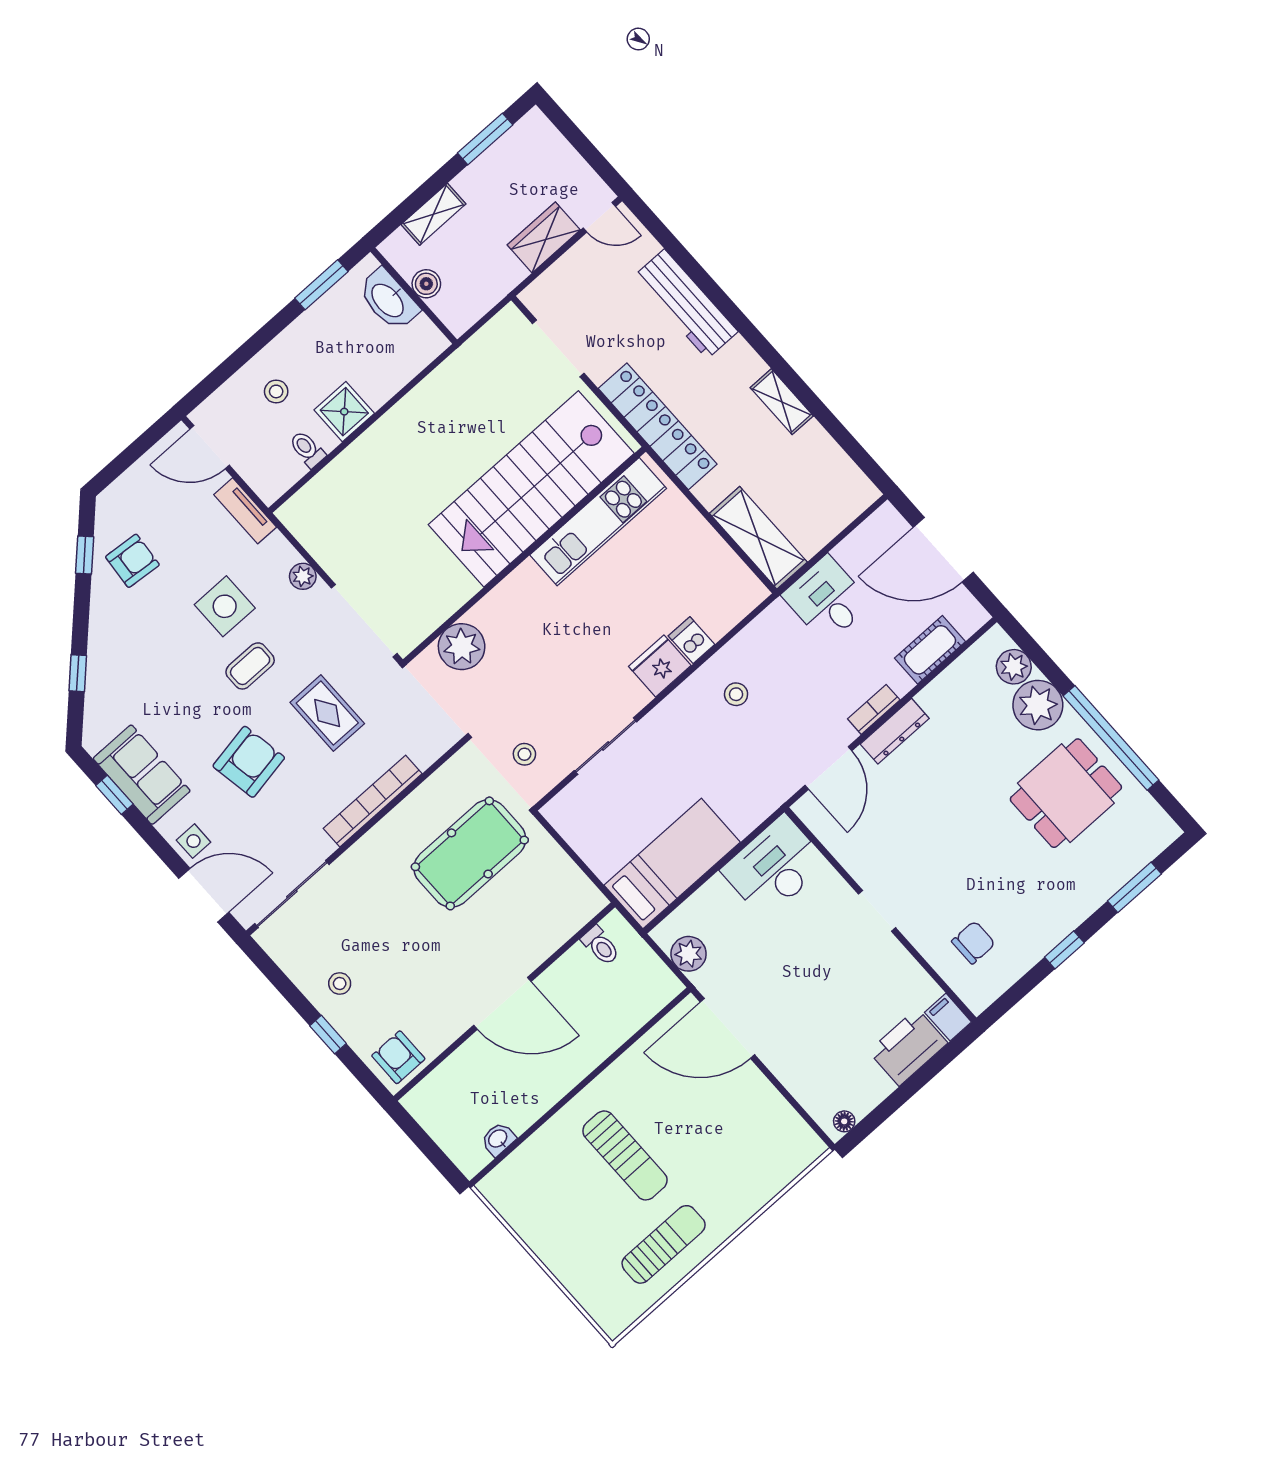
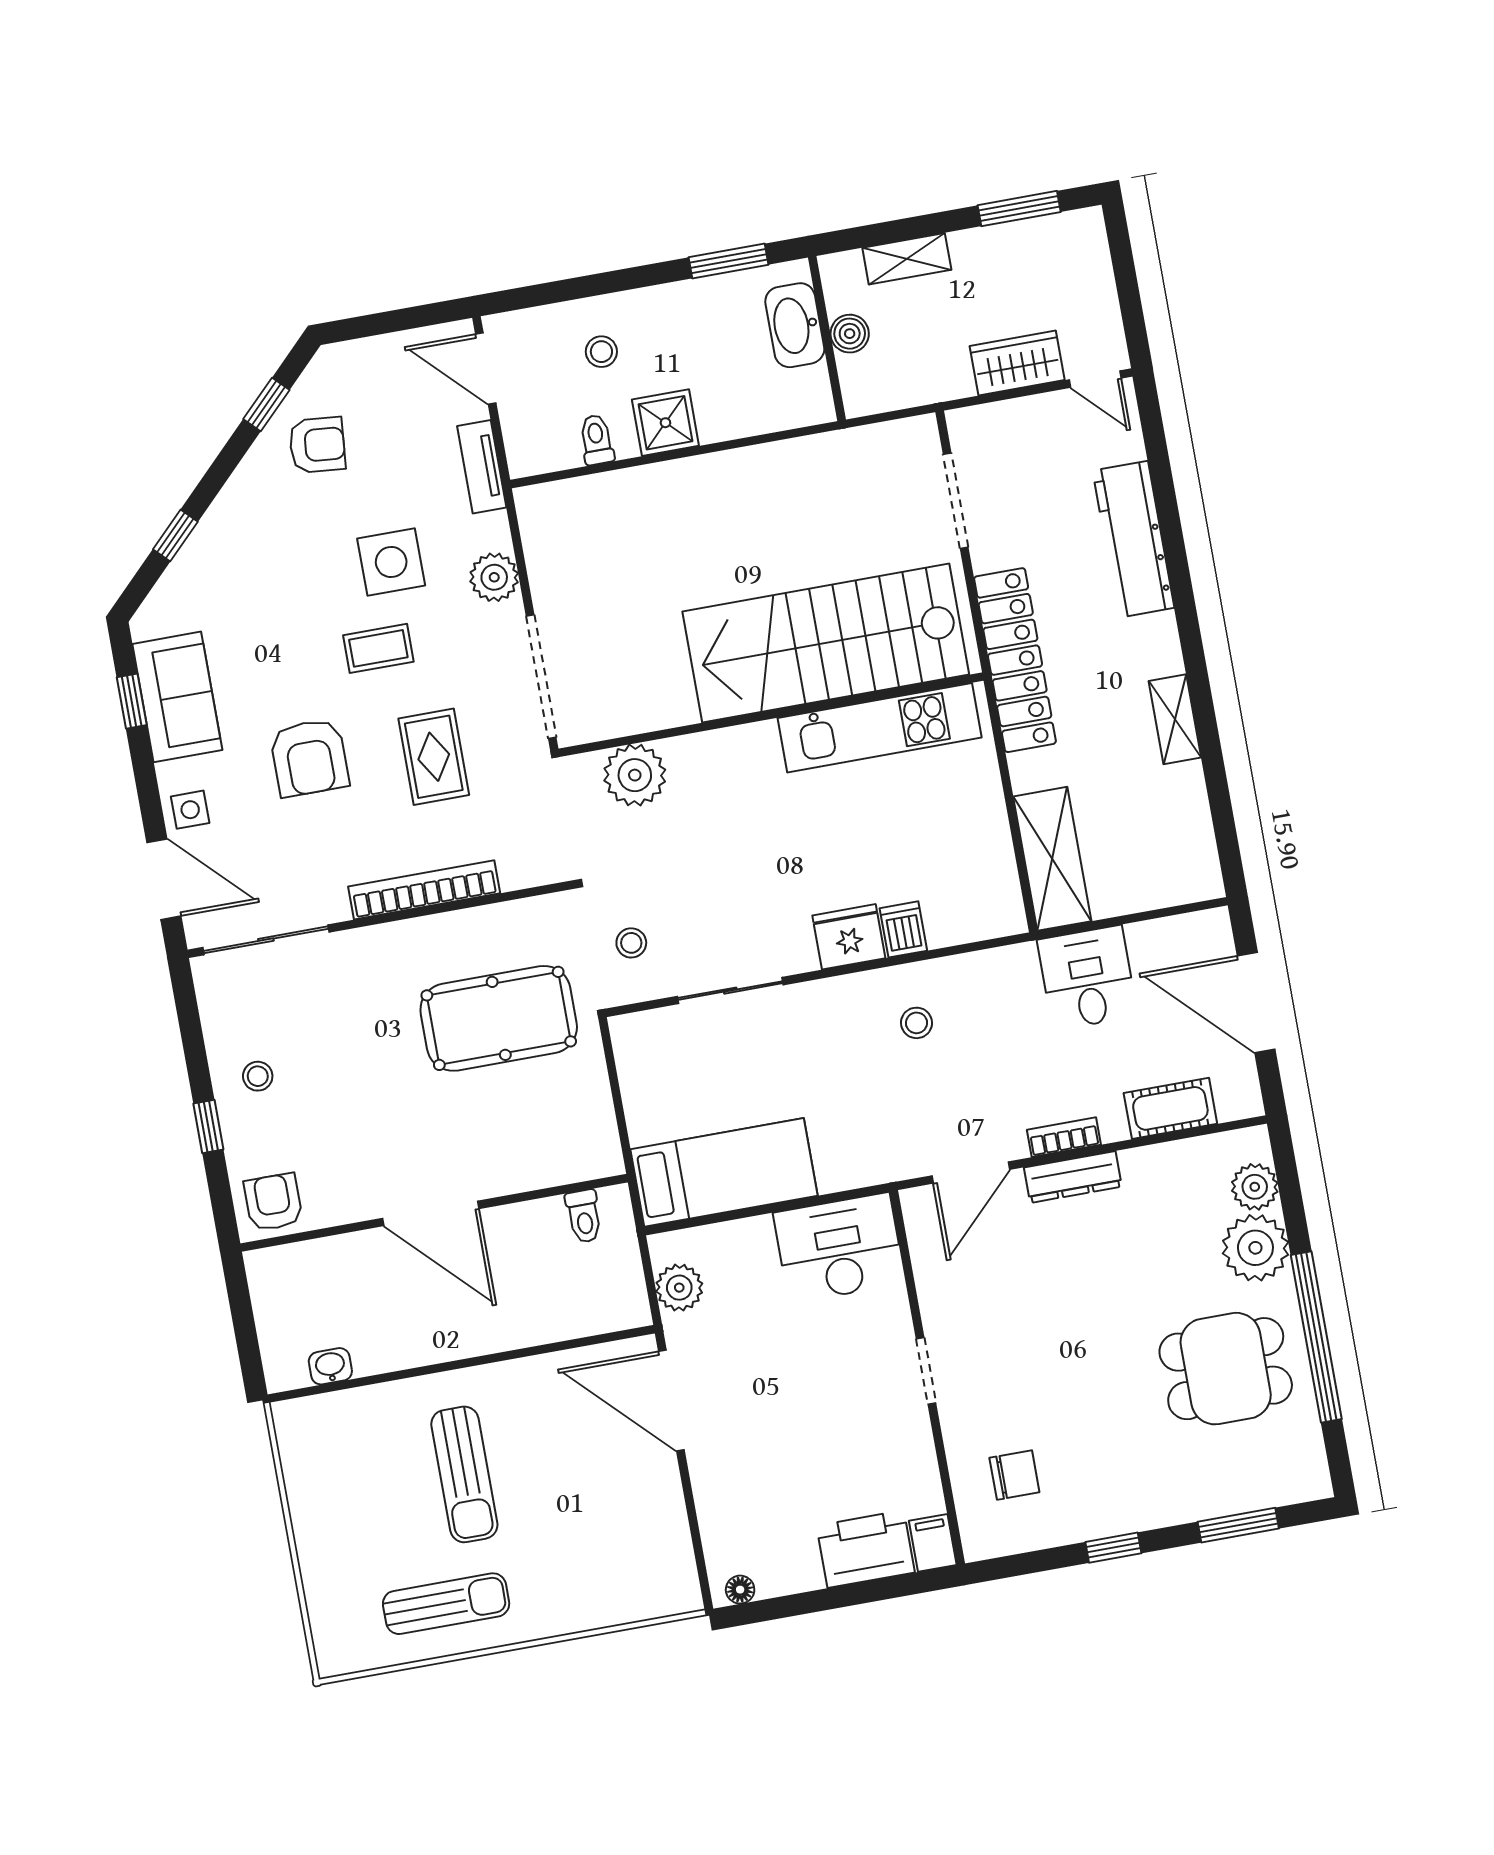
plant: (303, 576) -> (494, 577), width x1.38, depth x1.38
armchair: (249, 762) -> (309, 758), turned 100

